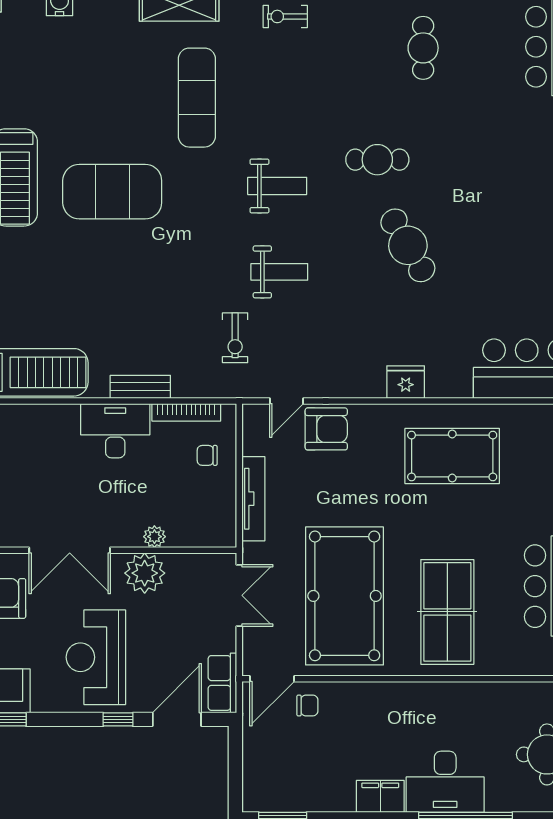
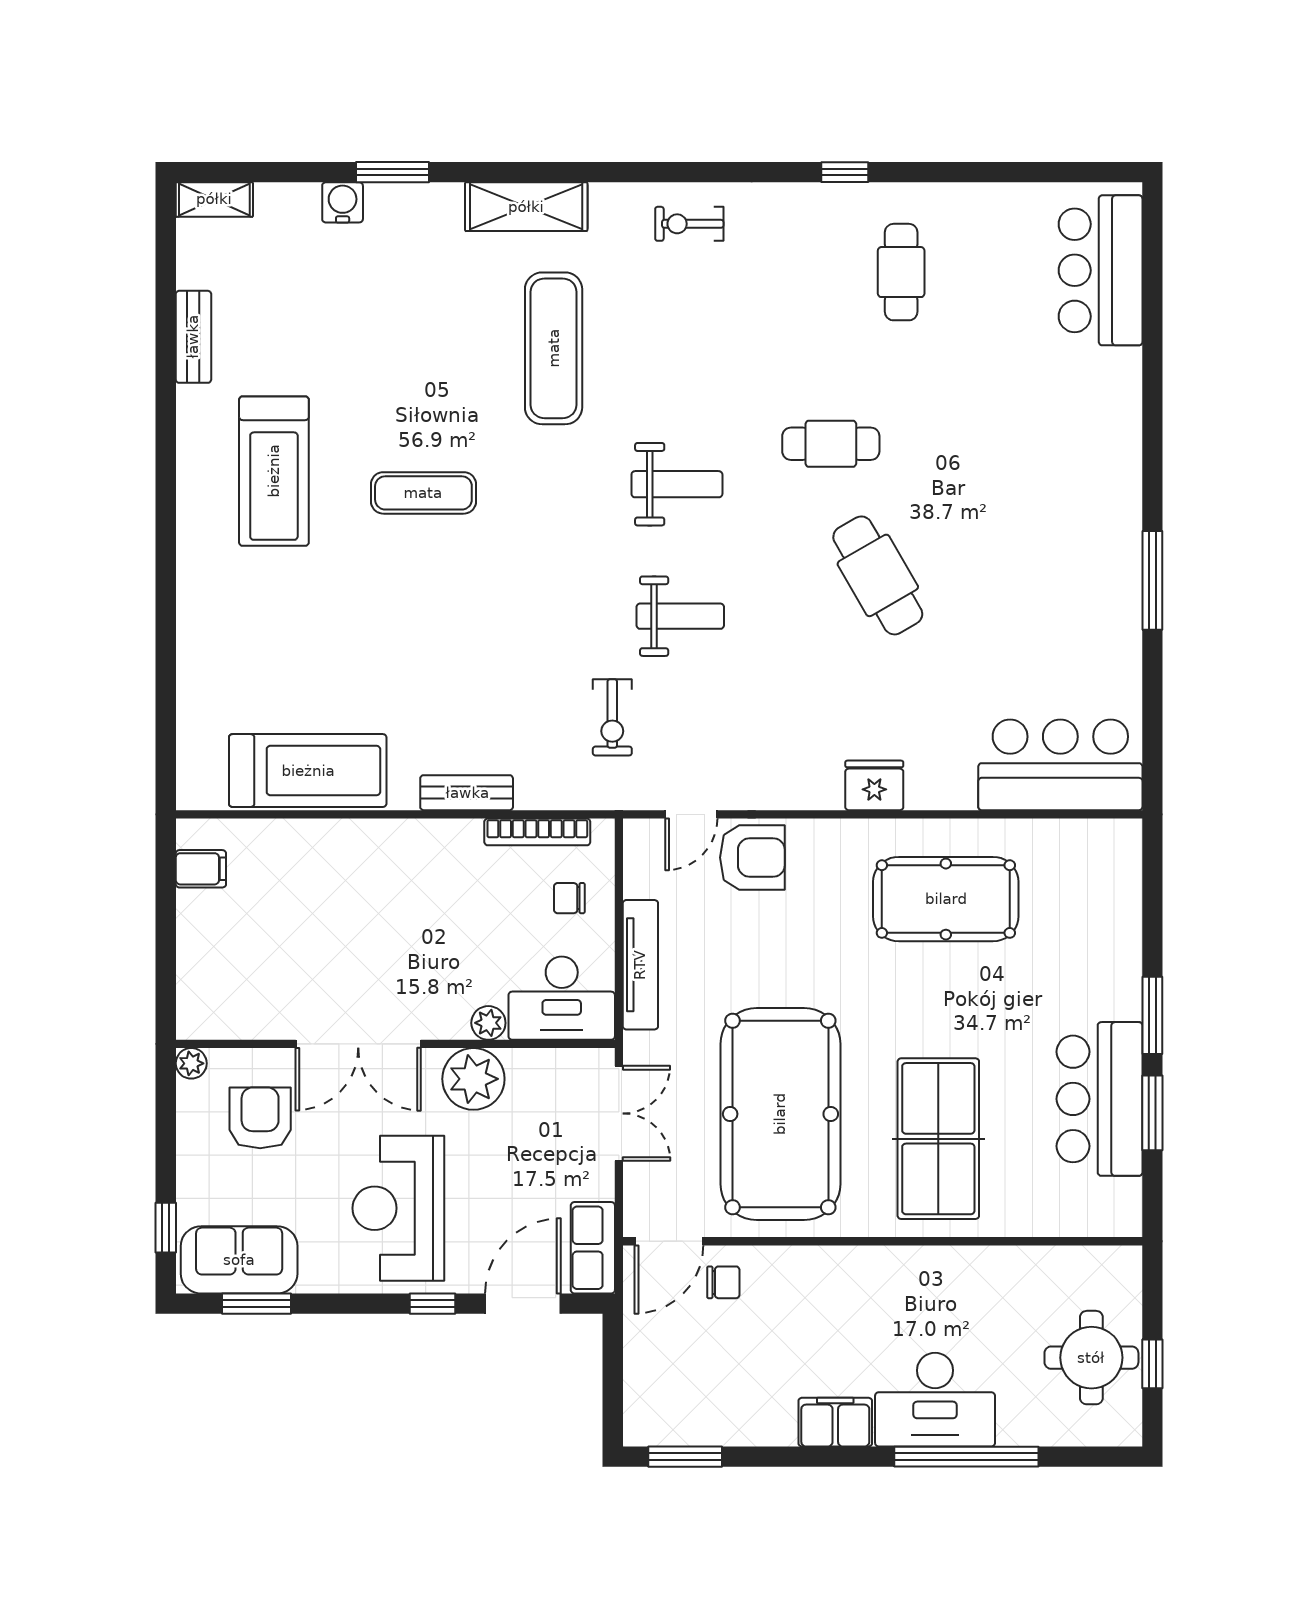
exercise mat: (112, 192) -> (423, 493), width x0.50, depth x0.69
desk: (115, 431) -> (562, 998), moved, turned 180

